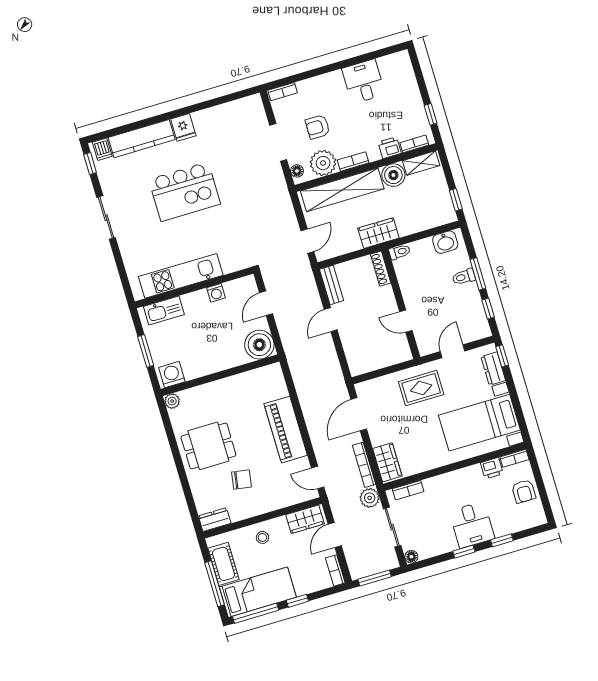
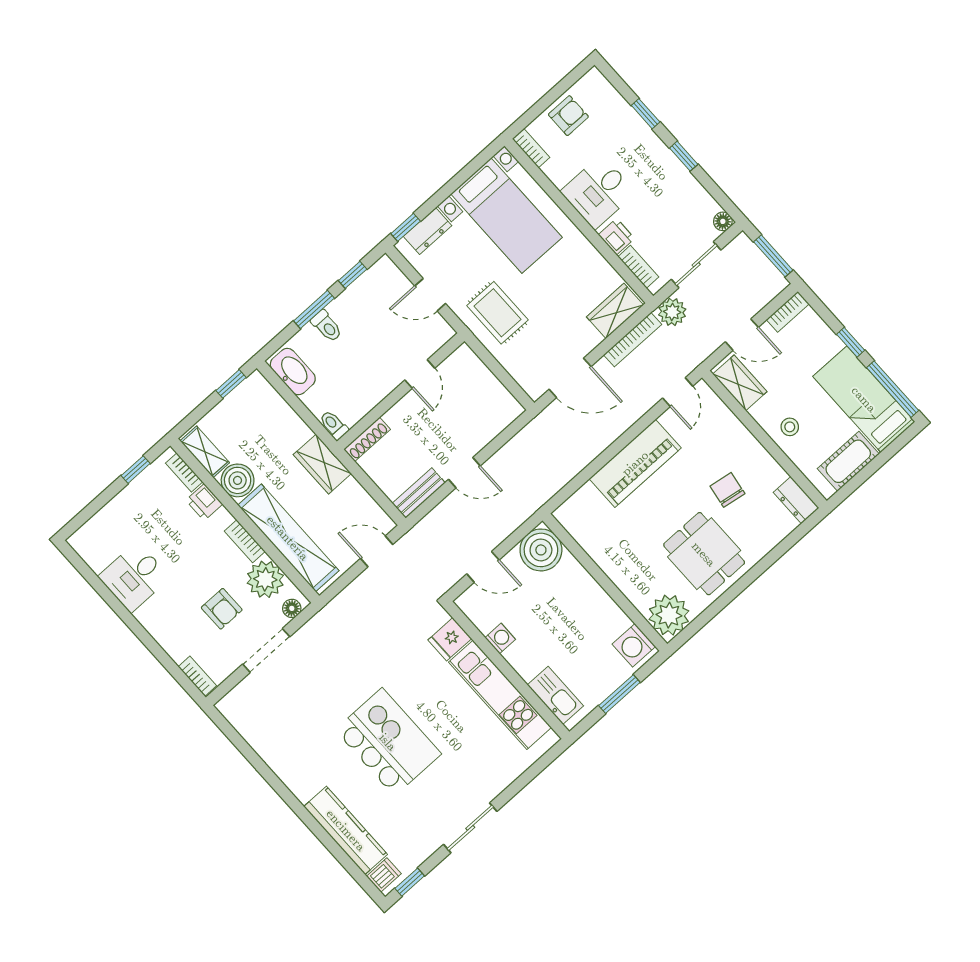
fridge: (183, 127) -> (450, 639), moved, turned 180
washbasin: (445, 242) -> (293, 372), width x1.38
plant: (172, 401) -> (669, 615), width x1.88, depth x1.88
printer: (492, 468) -> (617, 237), moved
desk: (472, 525) -> (598, 192), moved, turned 180
window: (215, 584) -> (880, 461), removed

